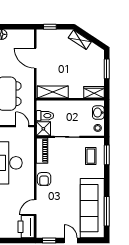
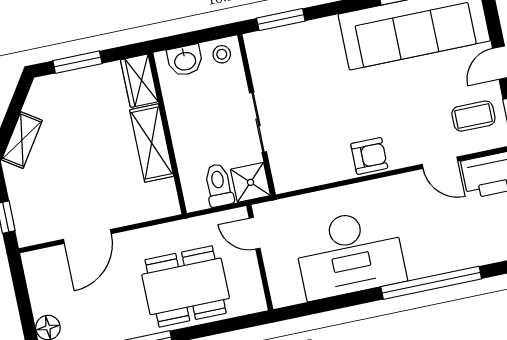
shelving: (53, 92) -> (152, 143), moved
door: (22, 126) -> (255, 233), hinge flipped
piano: (42, 151) -> (303, 175), removed
coffee table: (91, 156) -> (473, 116), moved

